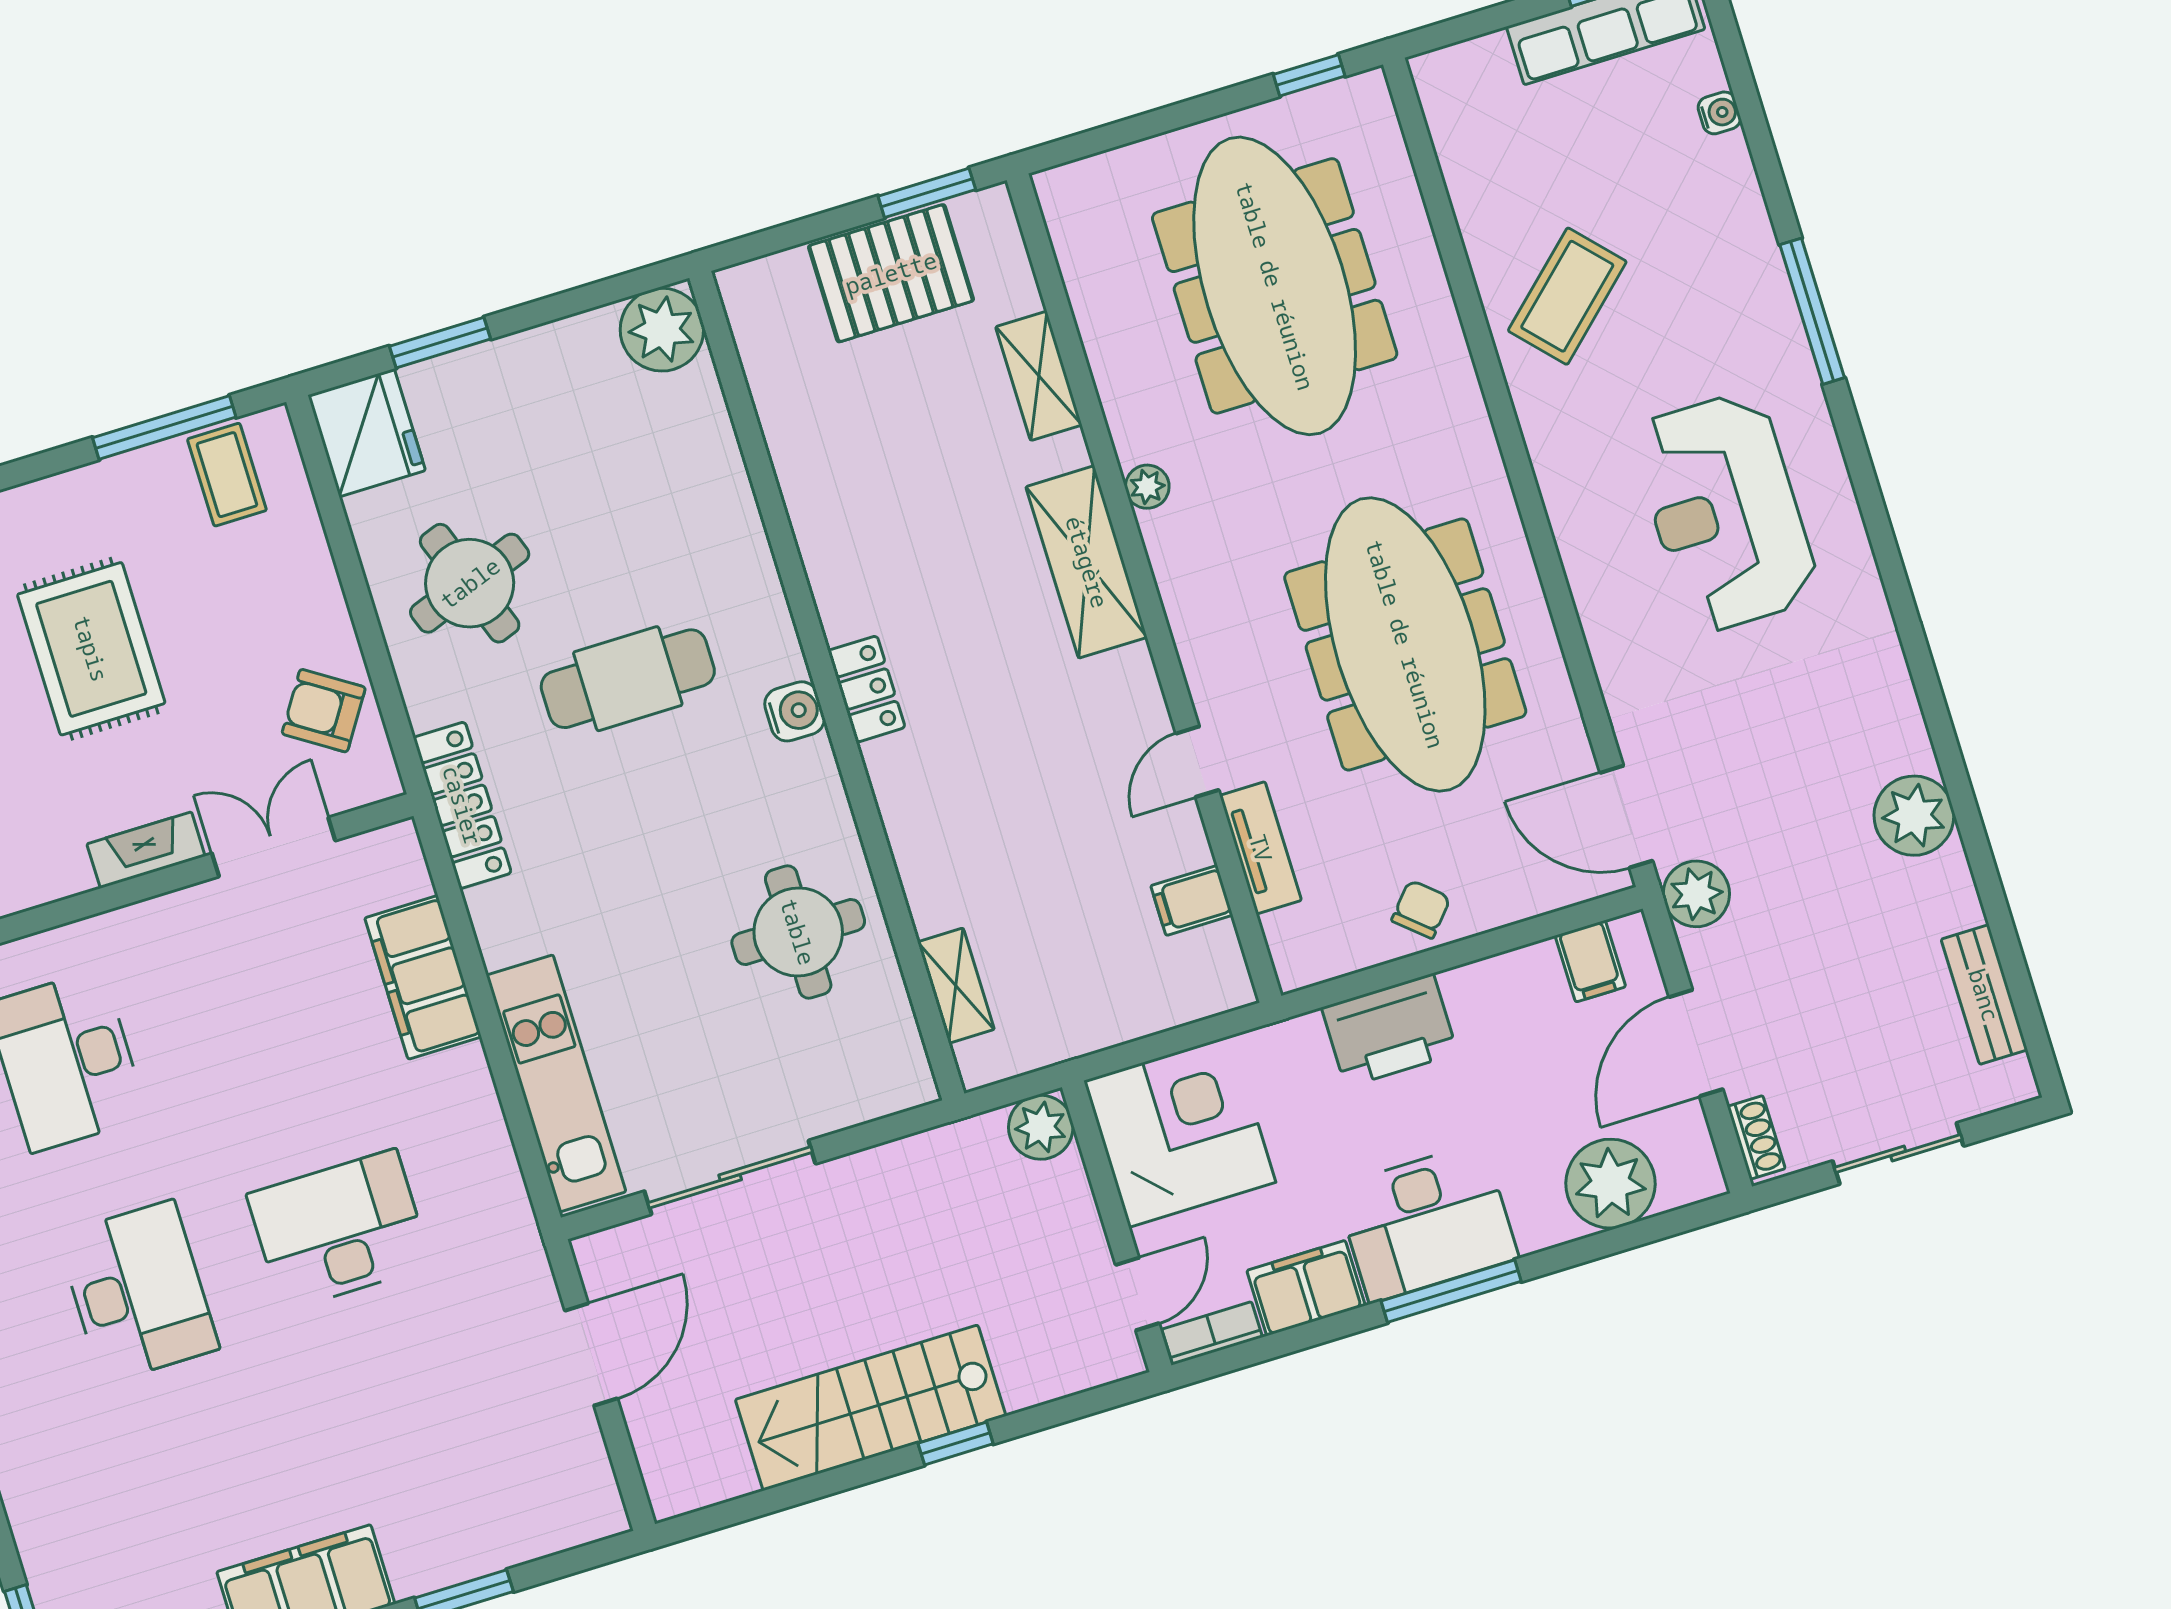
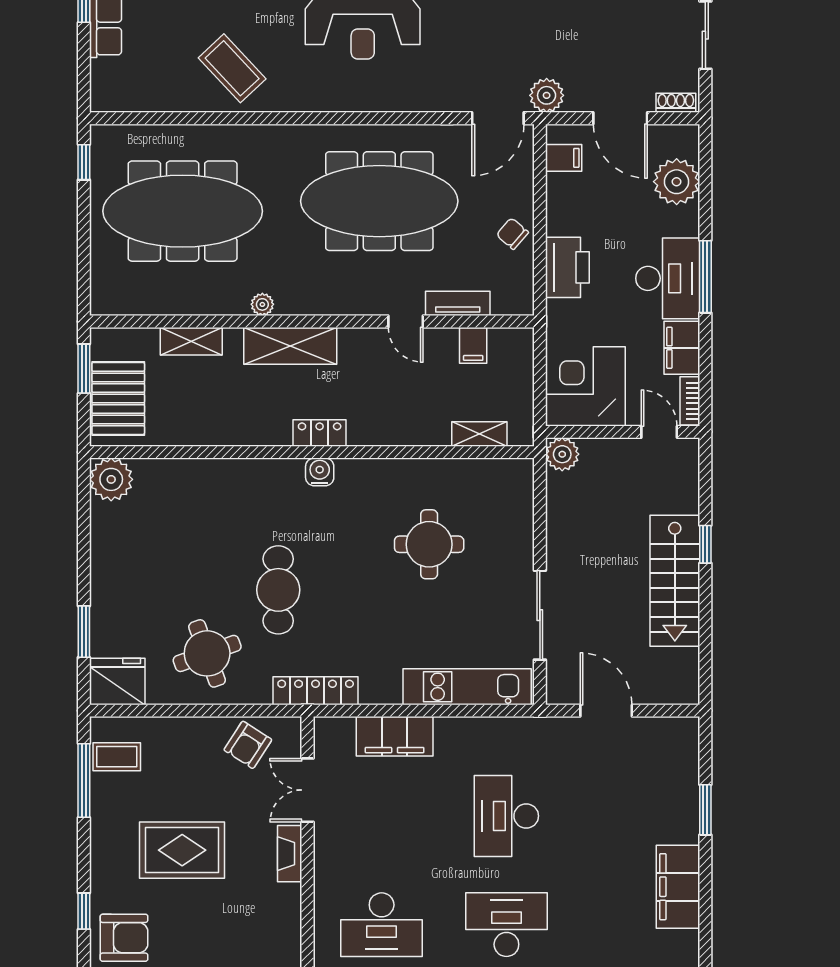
plant: (662, 330) -> (111, 479), moved
wall: (827, 686) -> (312, 452), moved
locker: (867, 689) -> (320, 433), moved
water cooler: (795, 711) -> (320, 472), moved
shelving: (956, 986) -> (479, 434), moved

